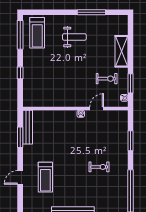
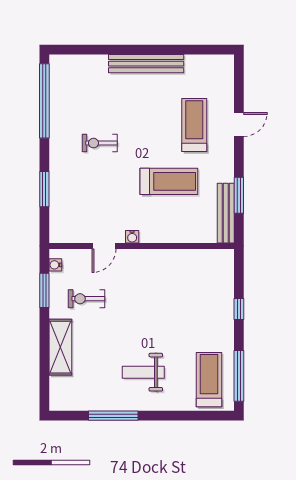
treadmill: (60, 145) -> (169, 181), added

